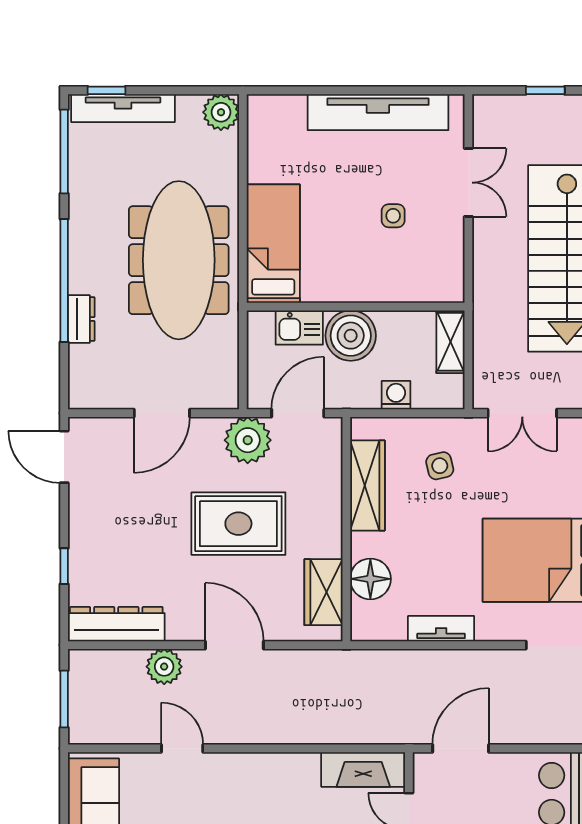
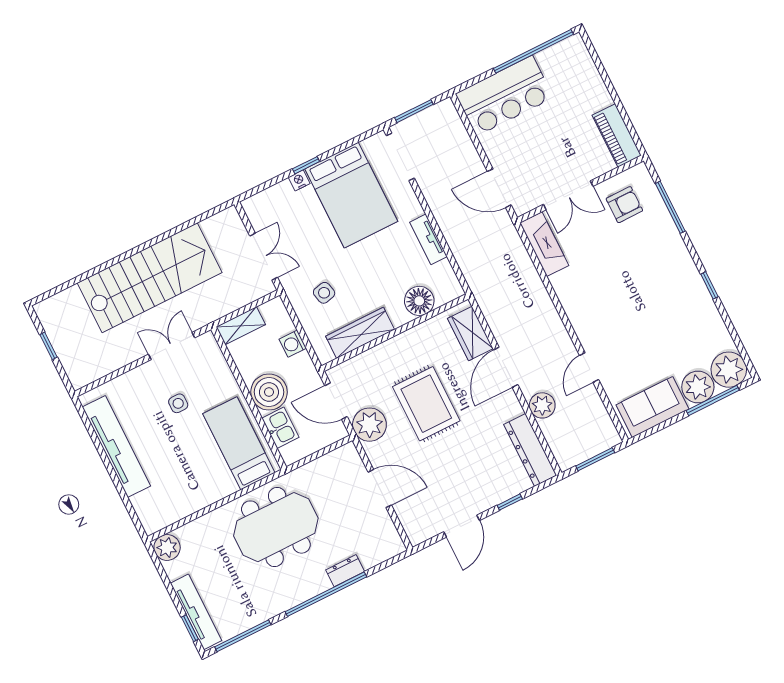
double door: (468, 183) -> (172, 346), moved
bed: (273, 244) -> (239, 443), moved, turned 90
meeting table: (179, 260) -> (276, 527), width x0.73
door: (64, 457) -> (462, 526), moved
wardrobe: (323, 592) -> (470, 333), moved, turned 90

